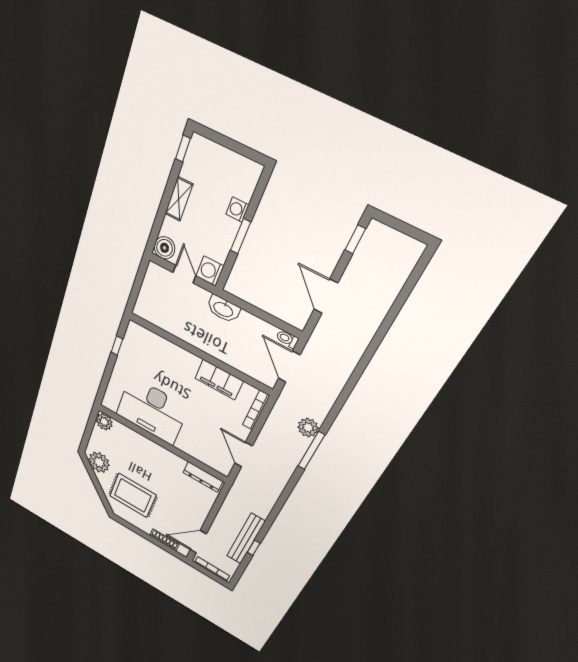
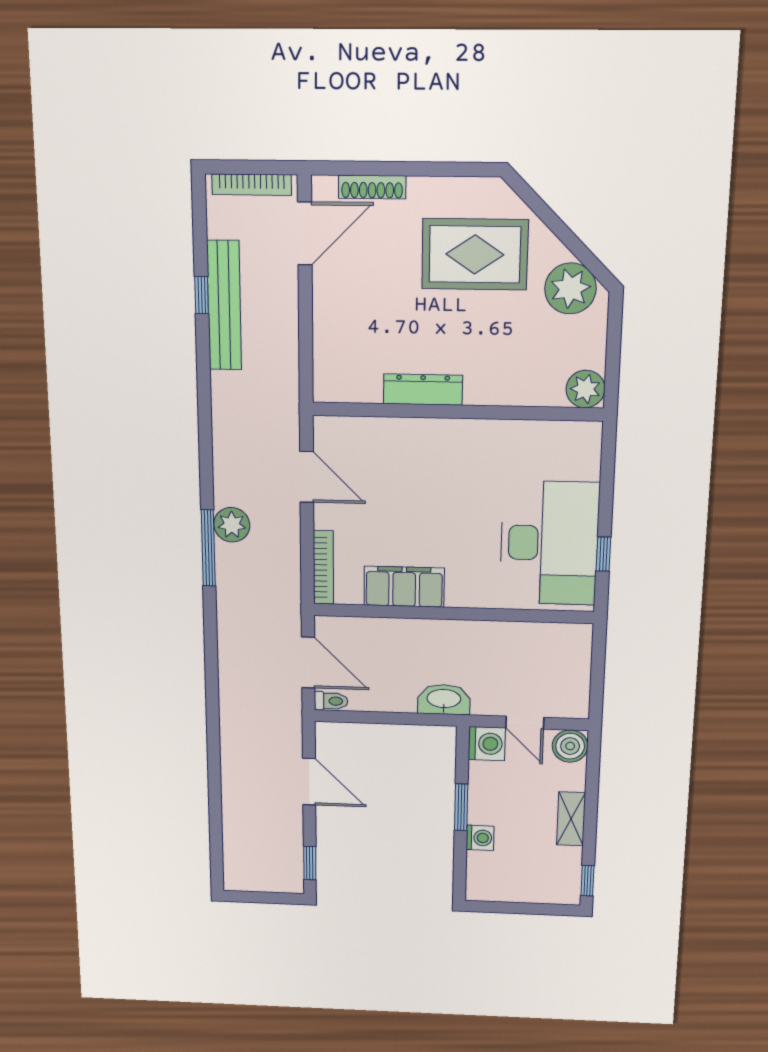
desk: (152, 411) -> (549, 543), moved, turned 90
plant: (308, 428) -> (232, 525), moved
dresser: (203, 477) -> (423, 390), moved

